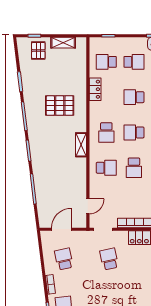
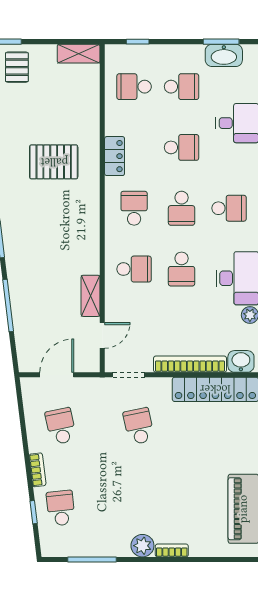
shelving: (63, 43) -> (79, 54), moved
locker: (95, 89) -> (115, 156), moved
school desk: (134, 97) -> (182, 147), turned 180
school desk: (106, 132) -> (134, 208), turned 180
school desk: (134, 132) -> (182, 208), turned -90
shelving: (81, 145) -> (91, 296), moved

